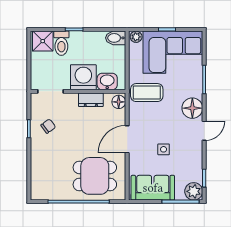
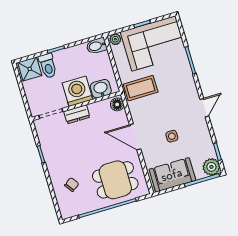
dresser: (91, 100) -> (77, 114), moved
floor lamp: (192, 108) -> (187, 90), removed
chair: (48, 126) -> (72, 185), moved
door: (127, 139) -> (135, 137), hinge flipped

